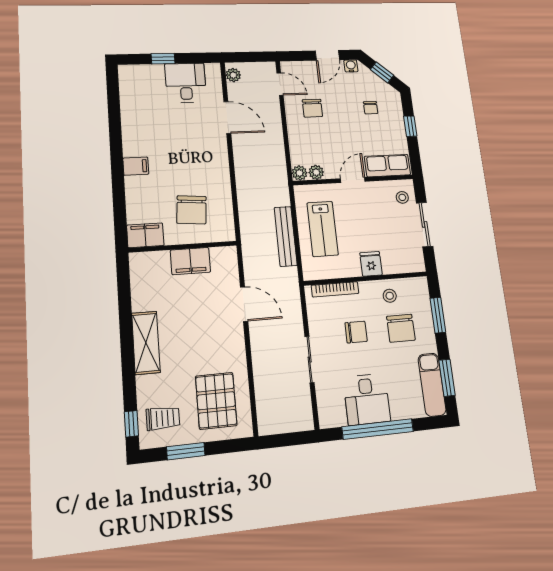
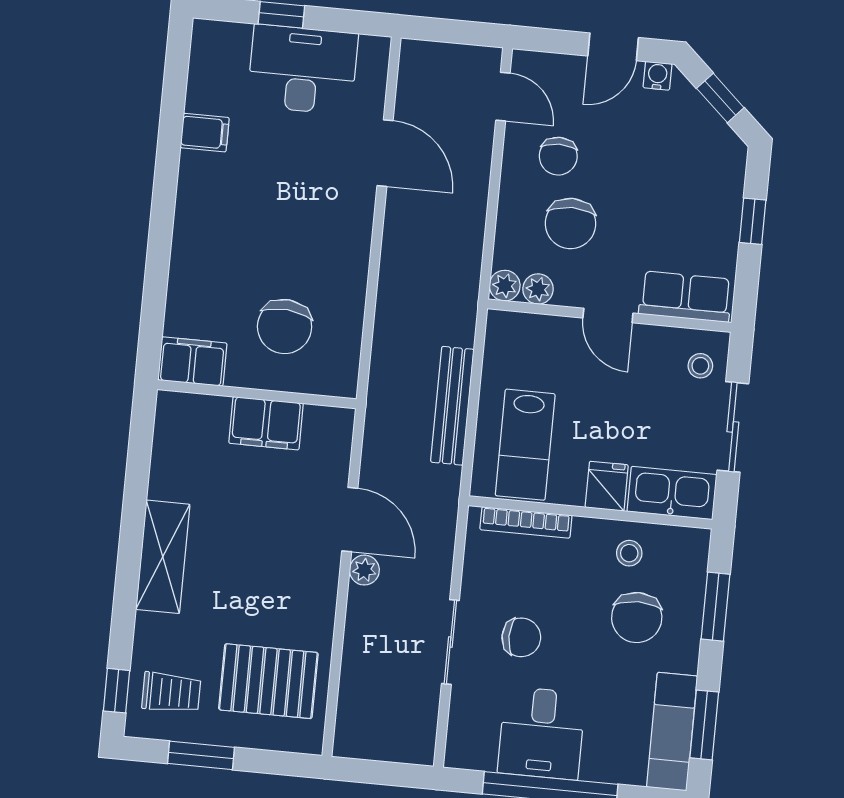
plant: (233, 75) -> (364, 570), moved
desk: (186, 83) -> (303, 70), width x1.37
chair: (371, 108) -> (571, 224), moved, width x1.87, depth x1.87
filing cabinet: (136, 166) -> (205, 133), moved
door: (353, 180) -> (608, 315), swing flipped
lab bench: (323, 229) -> (525, 445), moved
kitchen sink: (403, 262) -> (672, 493), added
chair: (356, 332) -> (521, 637), moved
pallet: (216, 401) -> (268, 681), turned 90

